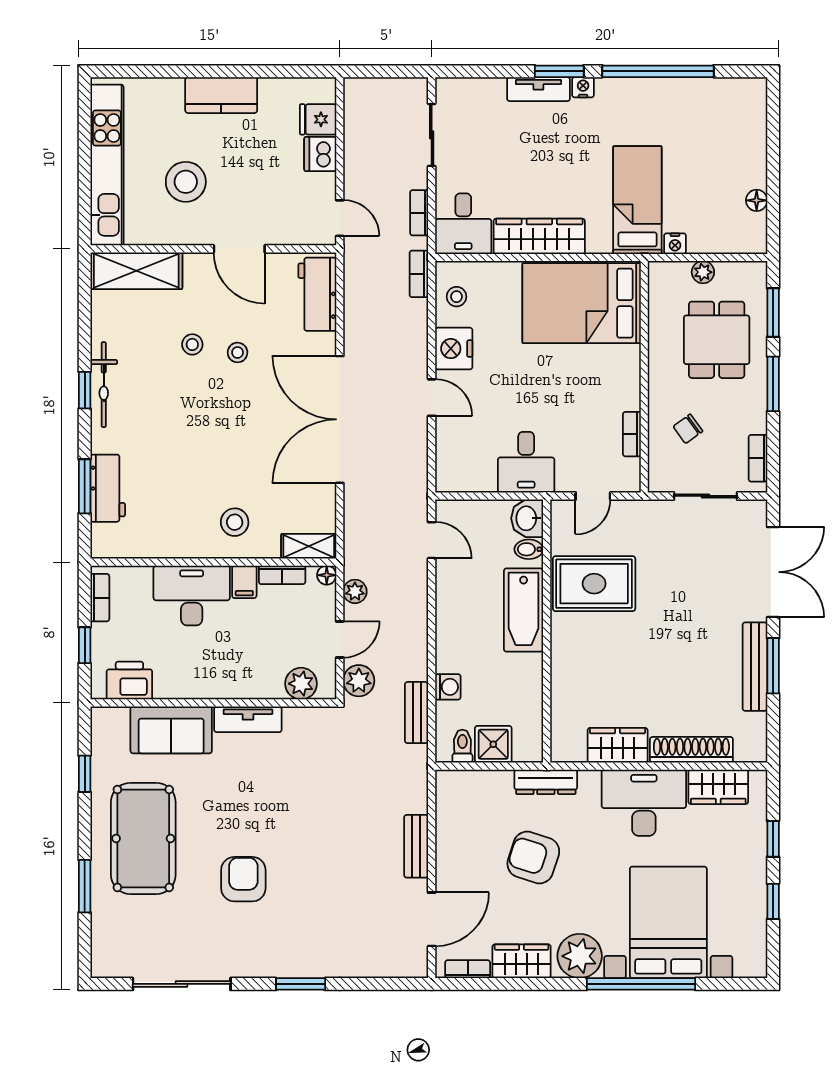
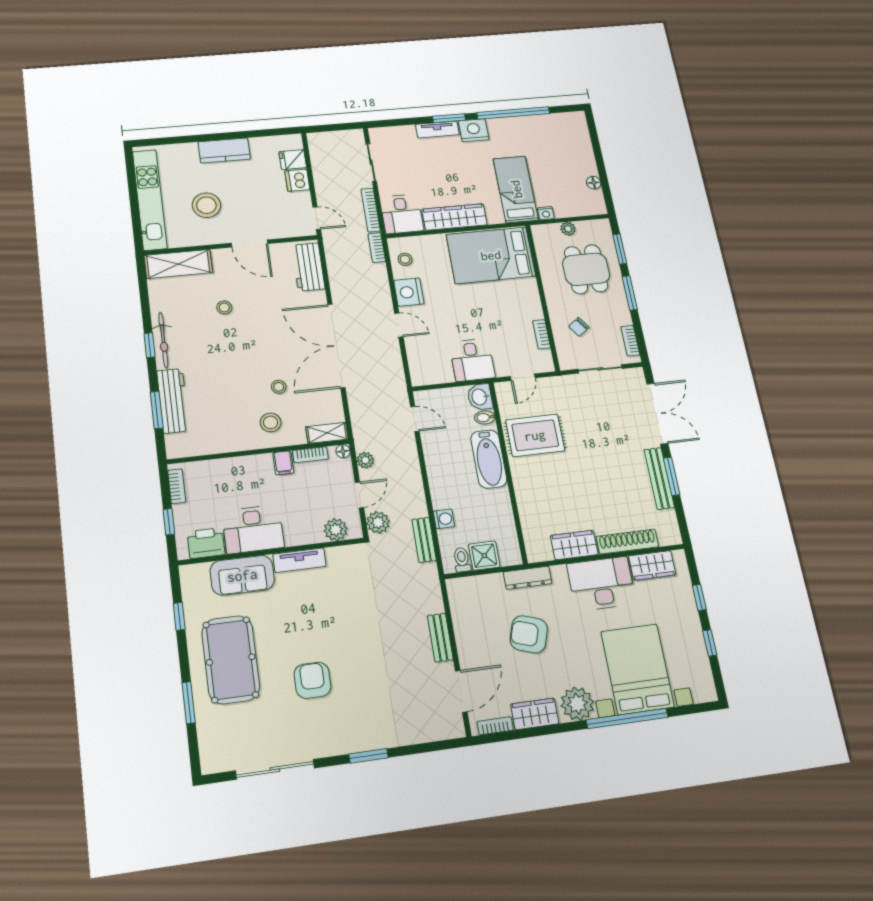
nightstand: (583, 87) -> (474, 130), width x1.89, depth x1.79
bookcase: (419, 213) -> (371, 210), width x1.56
stool: (238, 352) -> (279, 387), moved
workbench: (108, 488) -> (173, 401), width x1.38
desk: (192, 596) -> (253, 529), moved, turned 180

